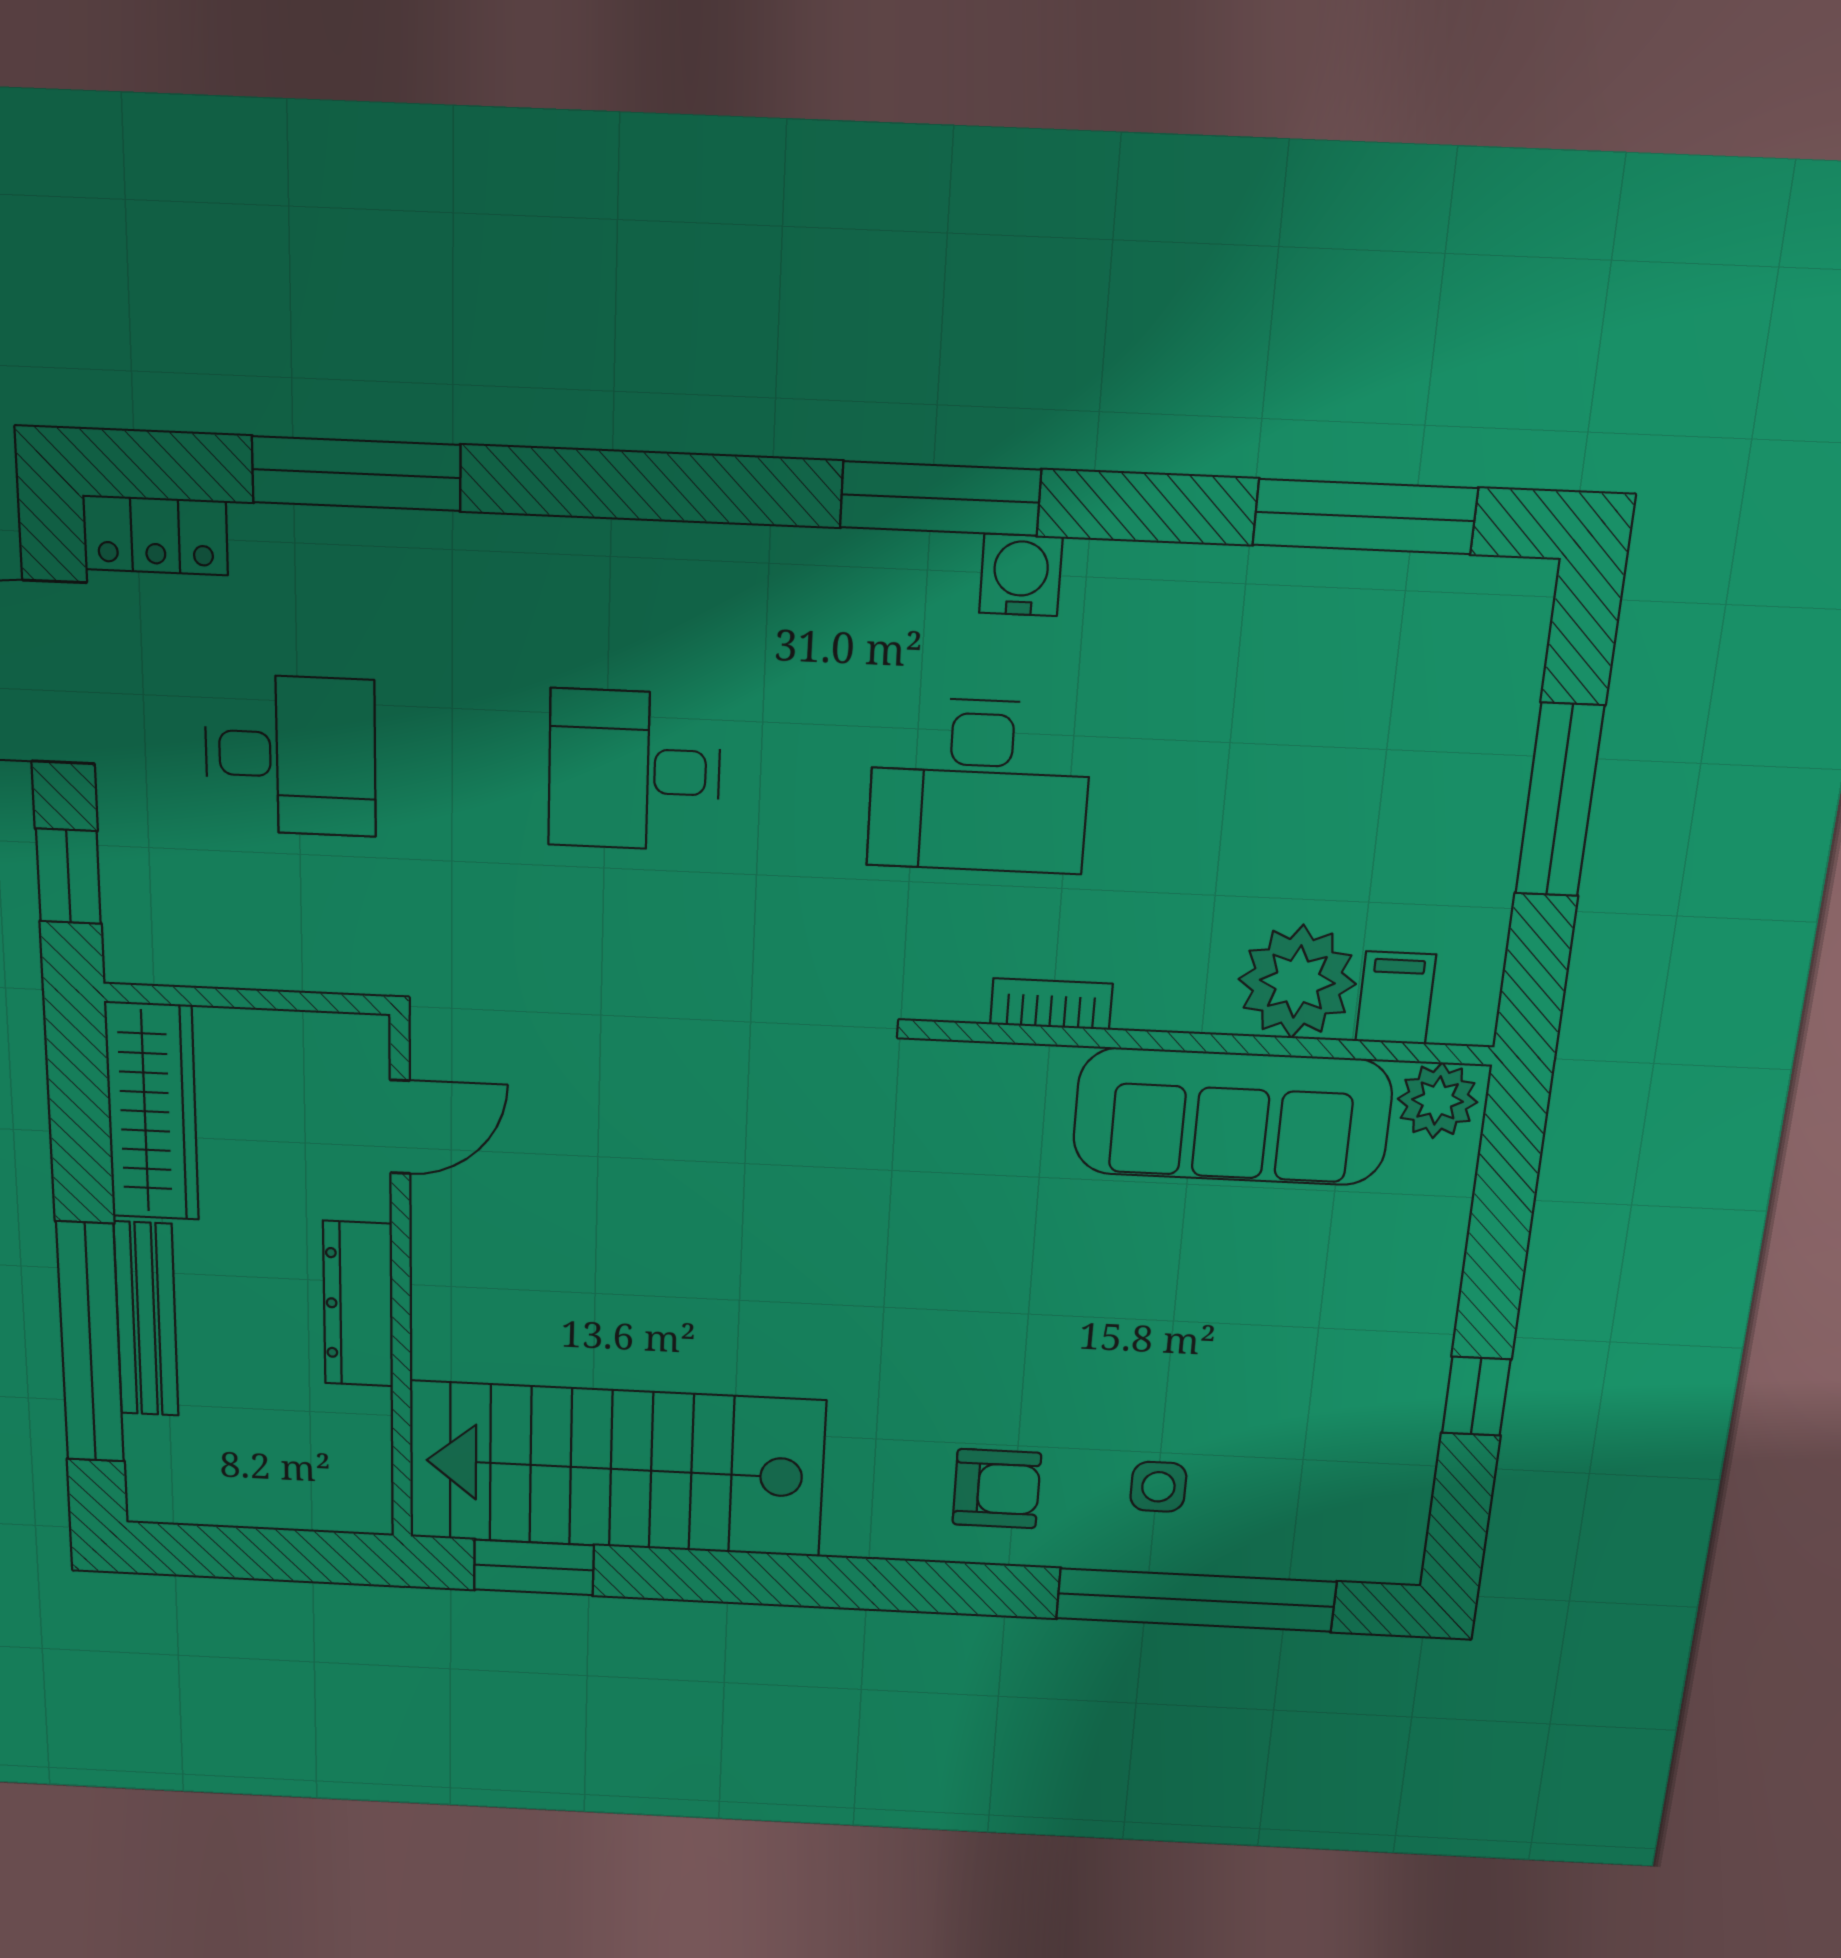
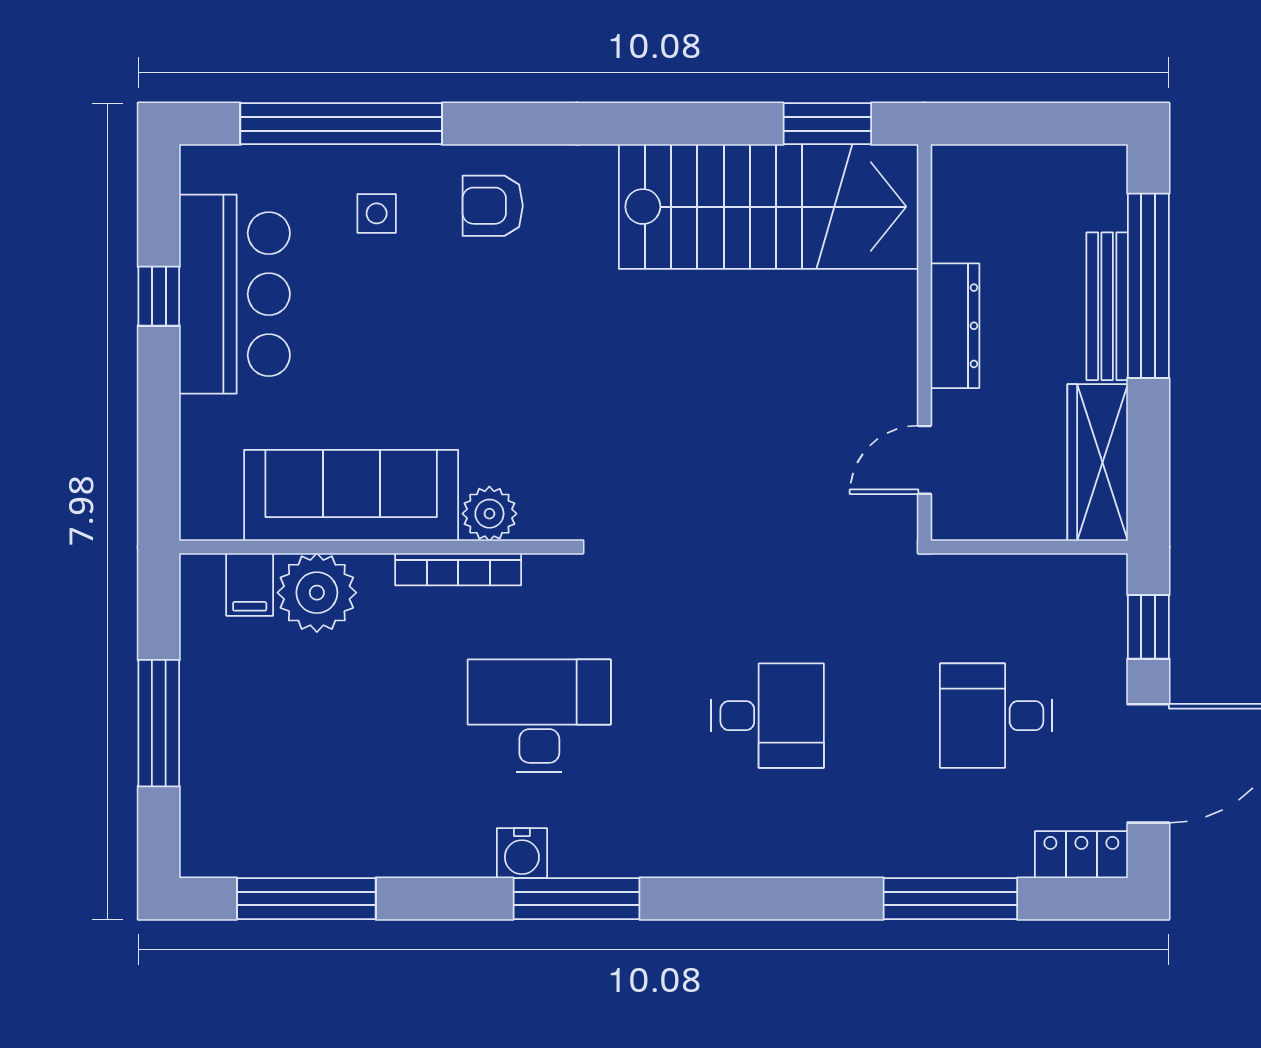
bookcase: (1051, 1004) -> (458, 569), width x1.56
plant: (1438, 1100) -> (489, 514), moved
bar counter: (1369, 1394) -> (234, 294), added

